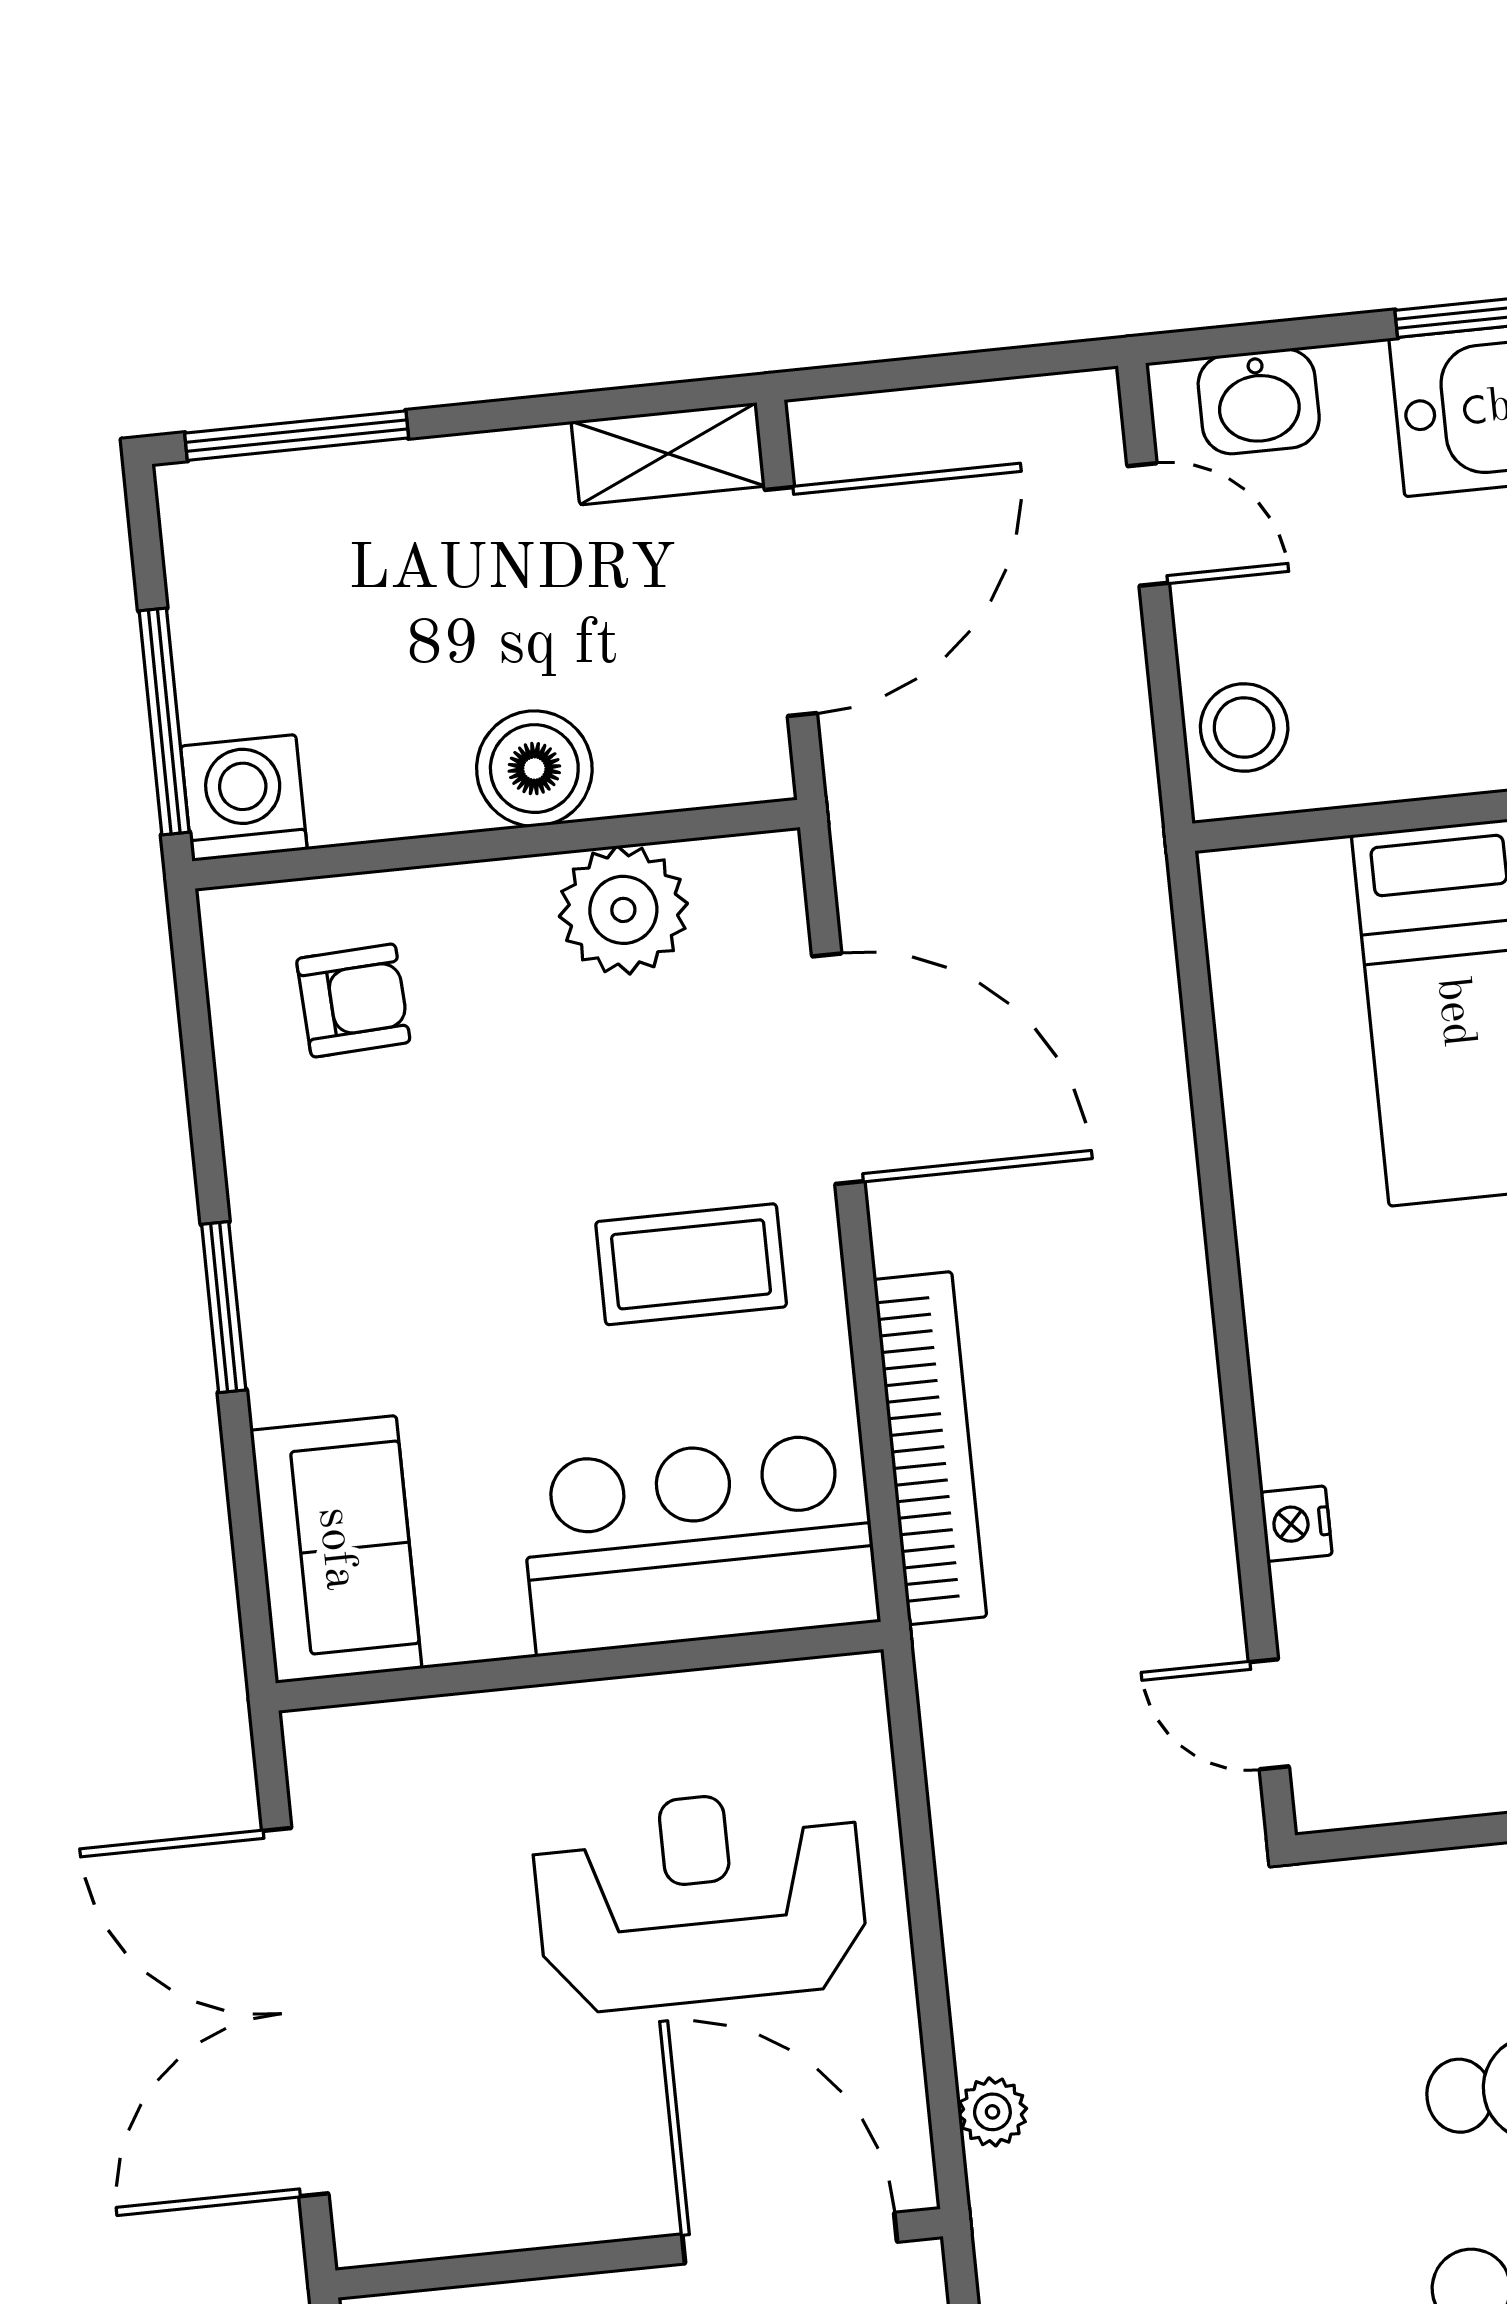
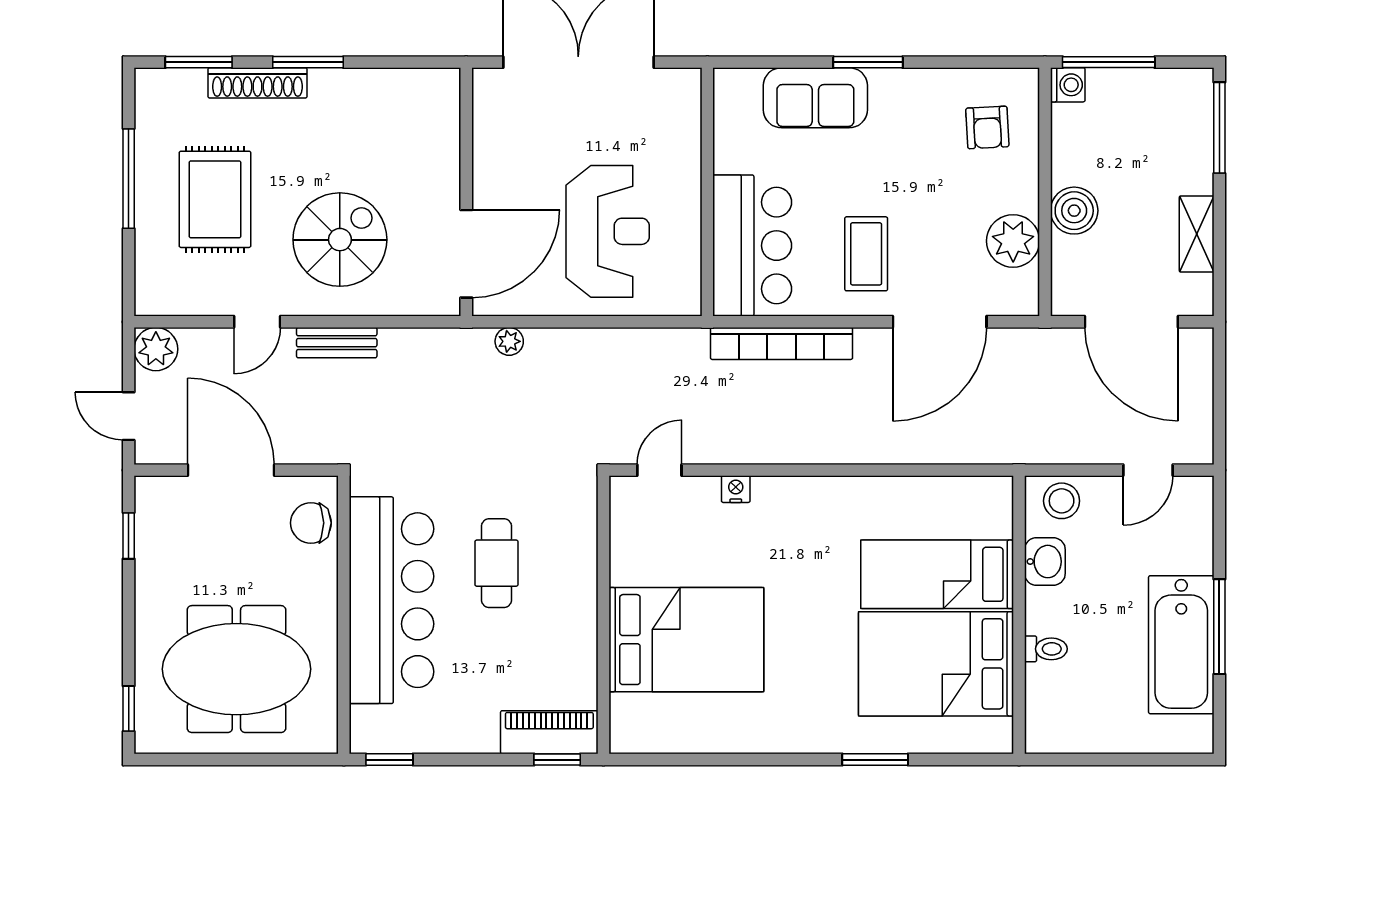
washbasin: (1259, 401) -> (1045, 562), moved, turned 180
shelving: (668, 454) -> (1197, 234), moved
washing machine: (244, 798) -> (1068, 85), width x0.73, depth x0.73
sofa: (336, 1549) -> (815, 98), moved

